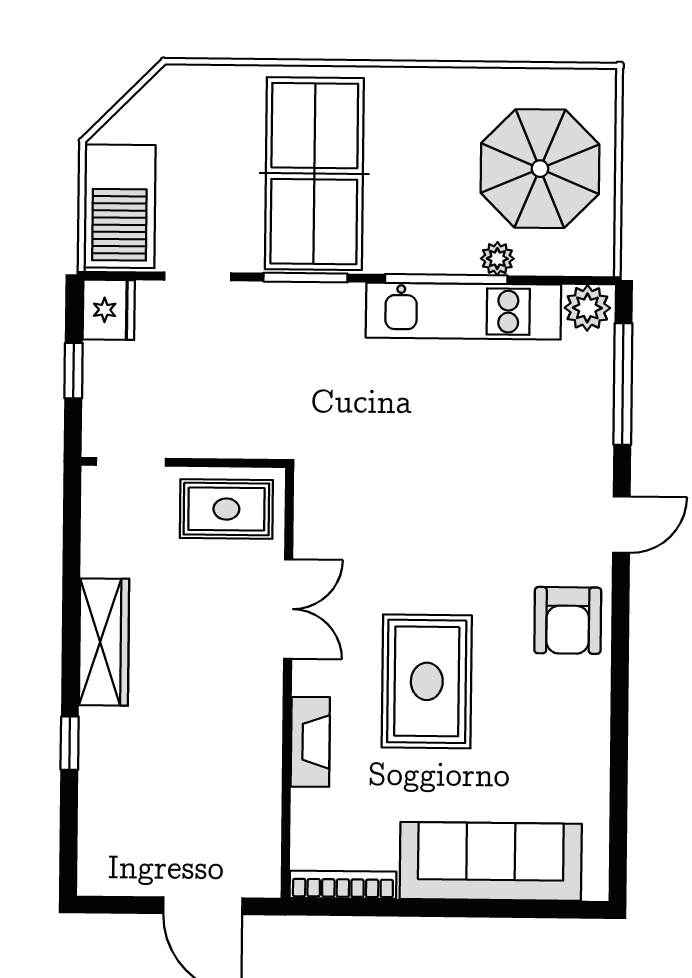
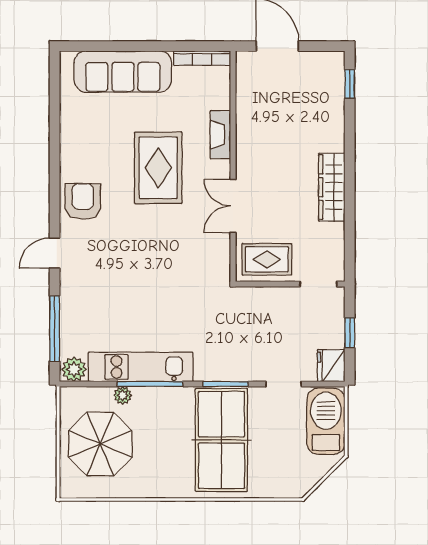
window: (70, 743) -> (350, 84), moved

